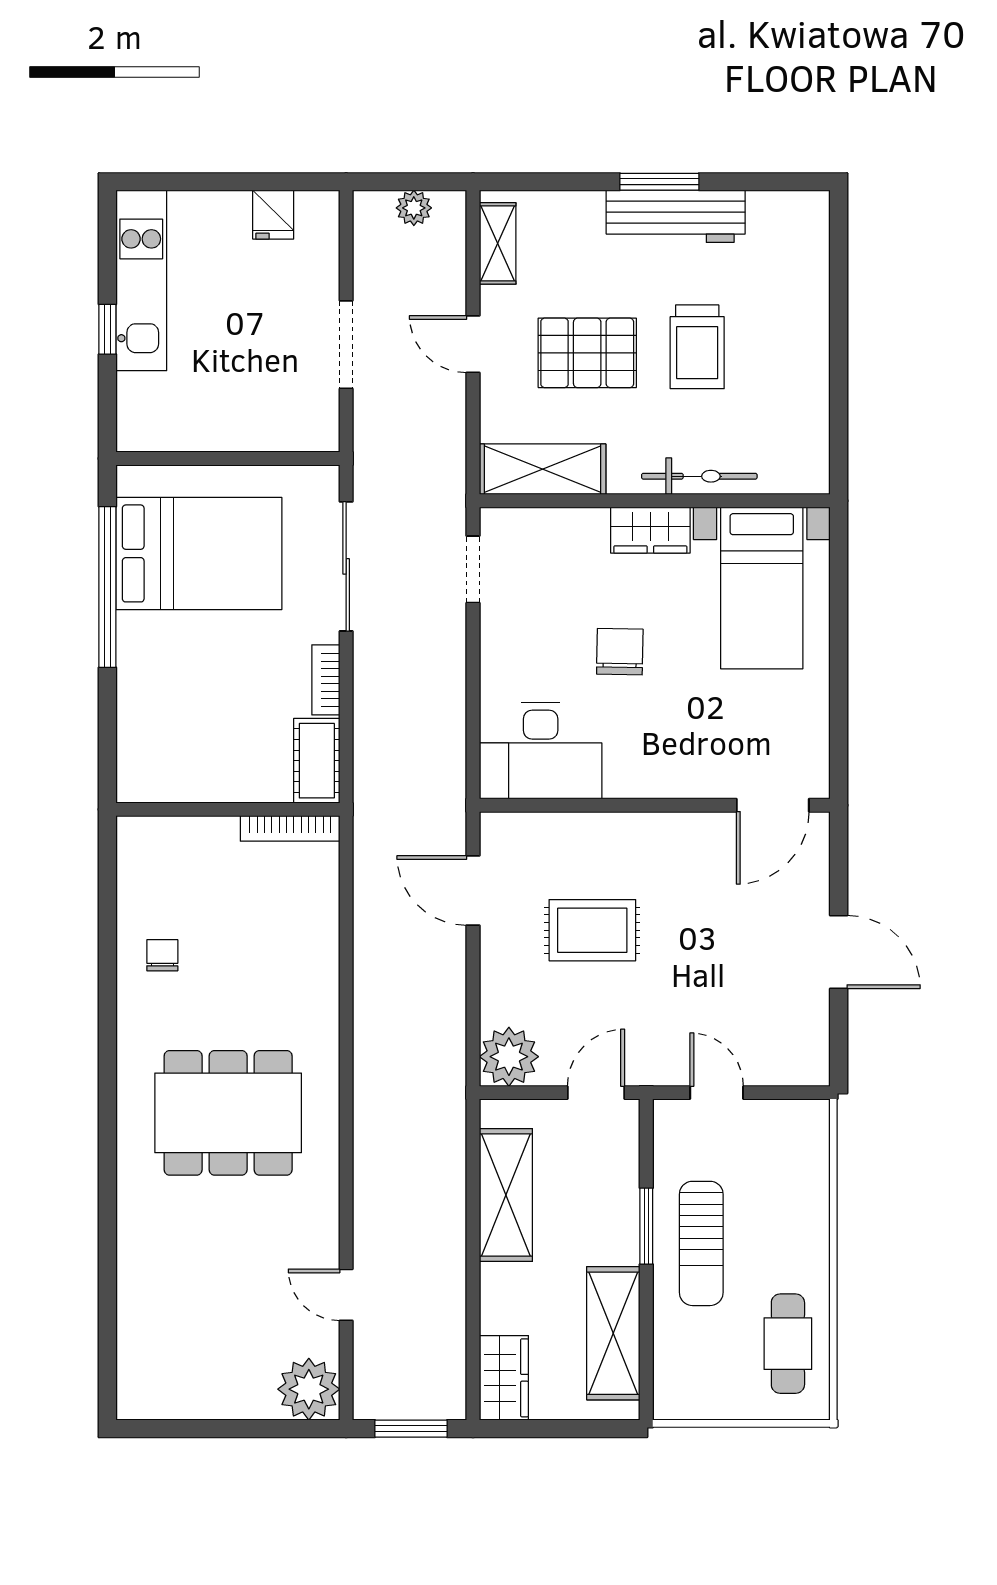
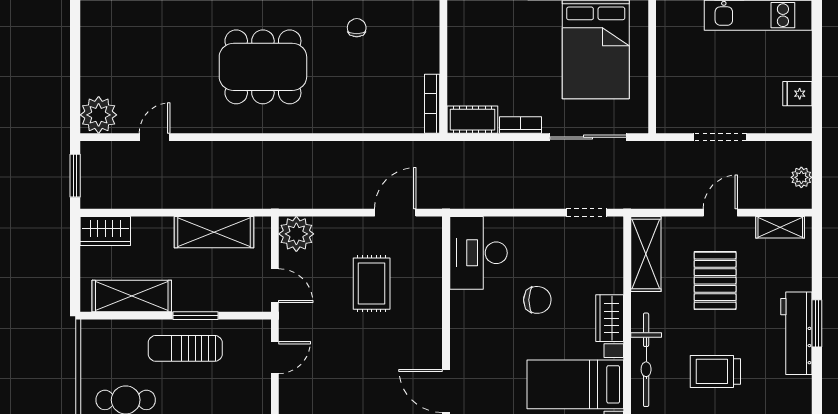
trolley: (697, 347) -> (715, 371), moved
bicycle: (699, 476) -> (646, 360), width x1.37, depth x1.40
chair: (162, 955) -> (357, 28), turned -90
dining table: (228, 1113) -> (263, 67), turned 90

